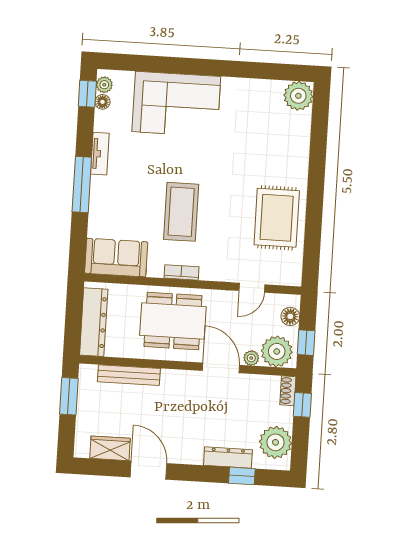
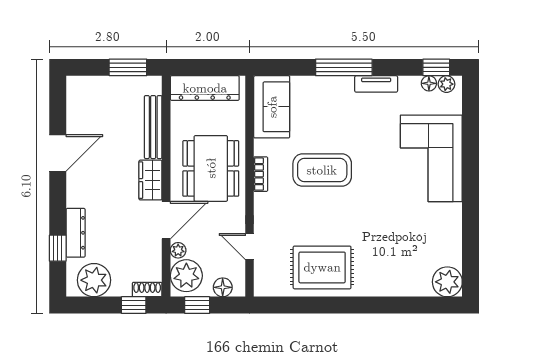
wardrobe: (110, 448) -> (150, 180), moved, turned 180

